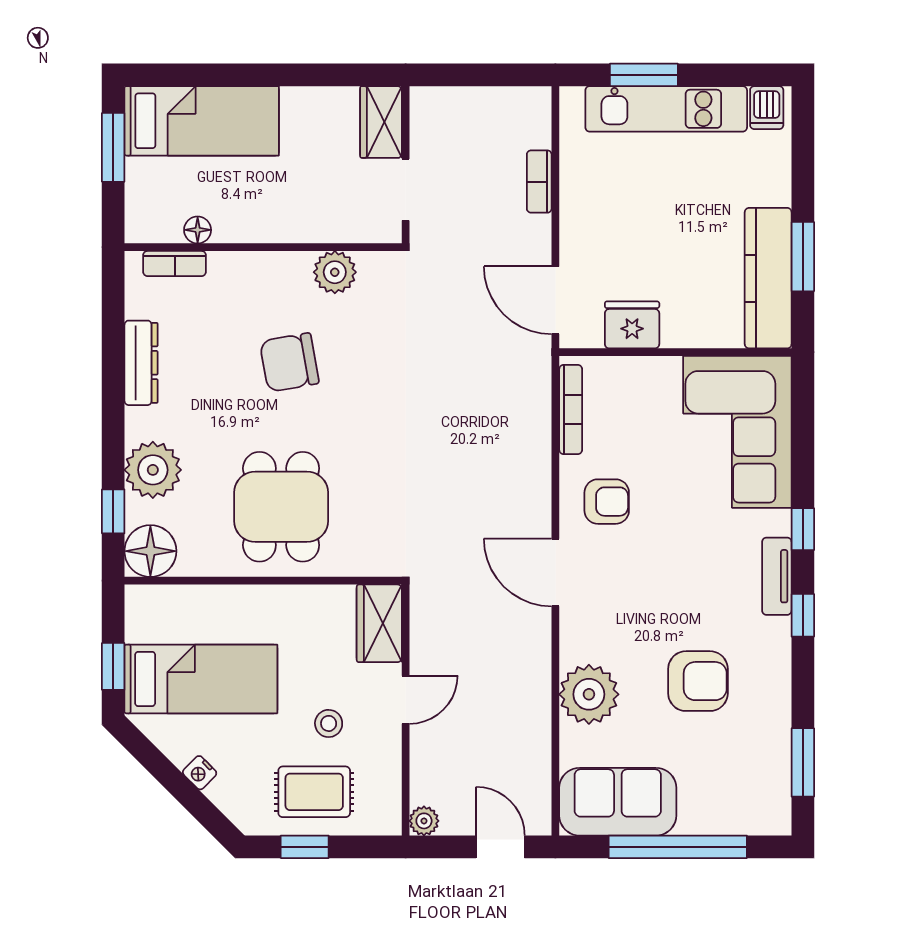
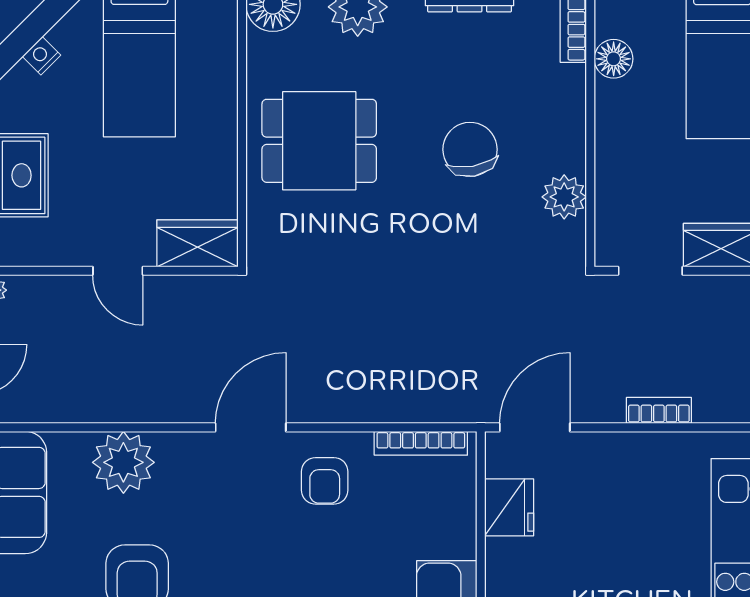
floor lamp: (198, 230) -> (614, 59), width x1.37, depth x1.37
stool: (329, 723) -> (93, 190), removed

